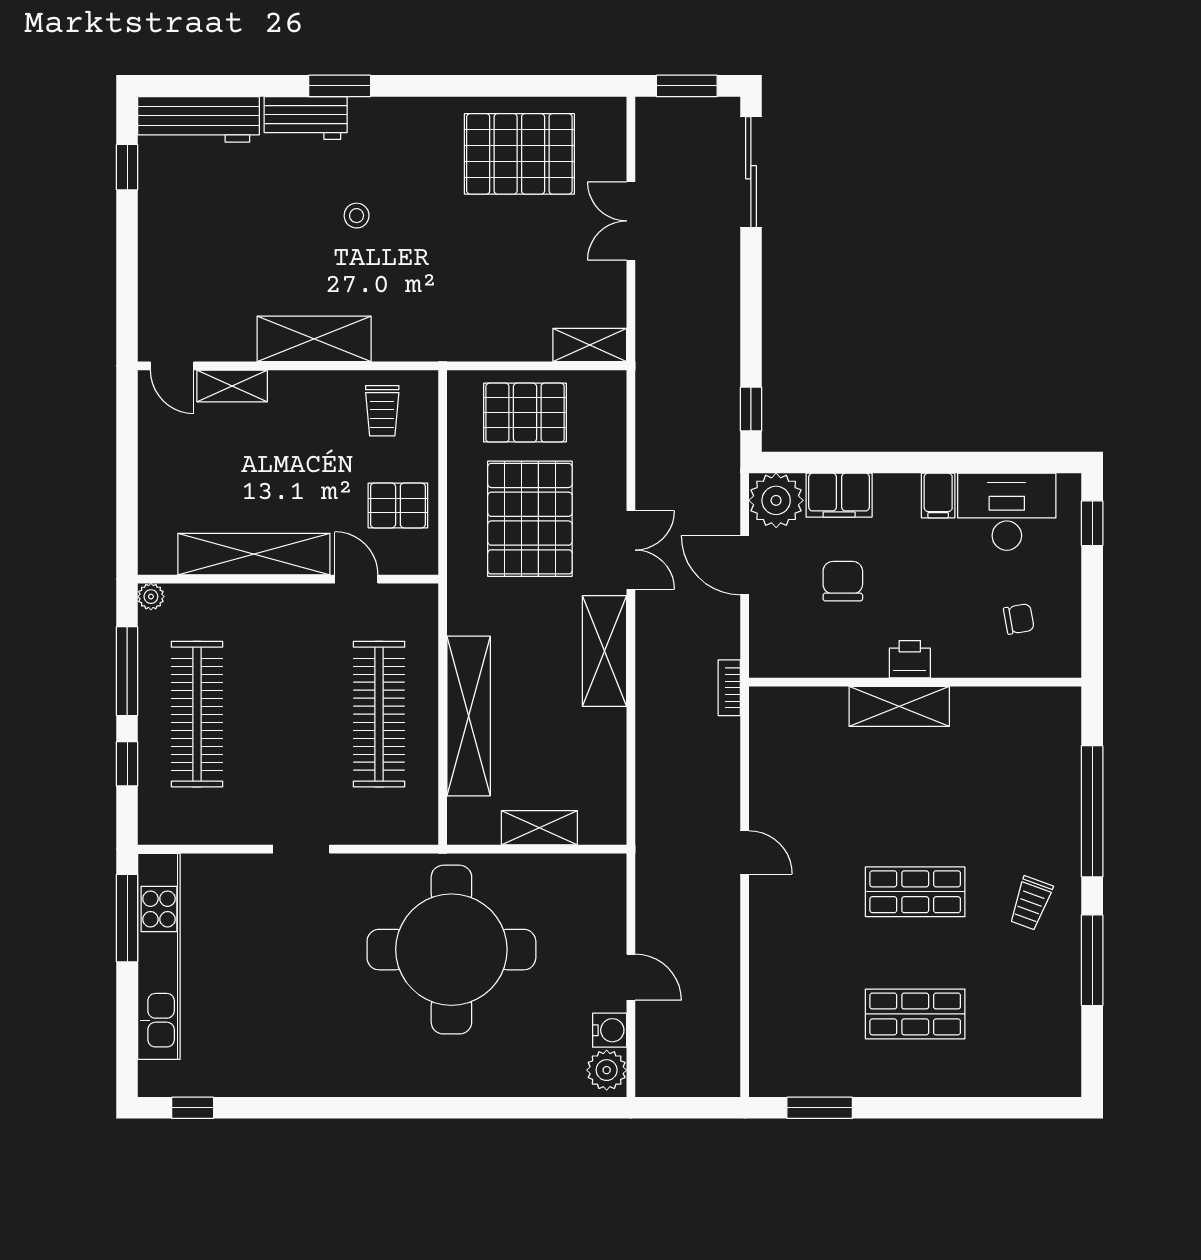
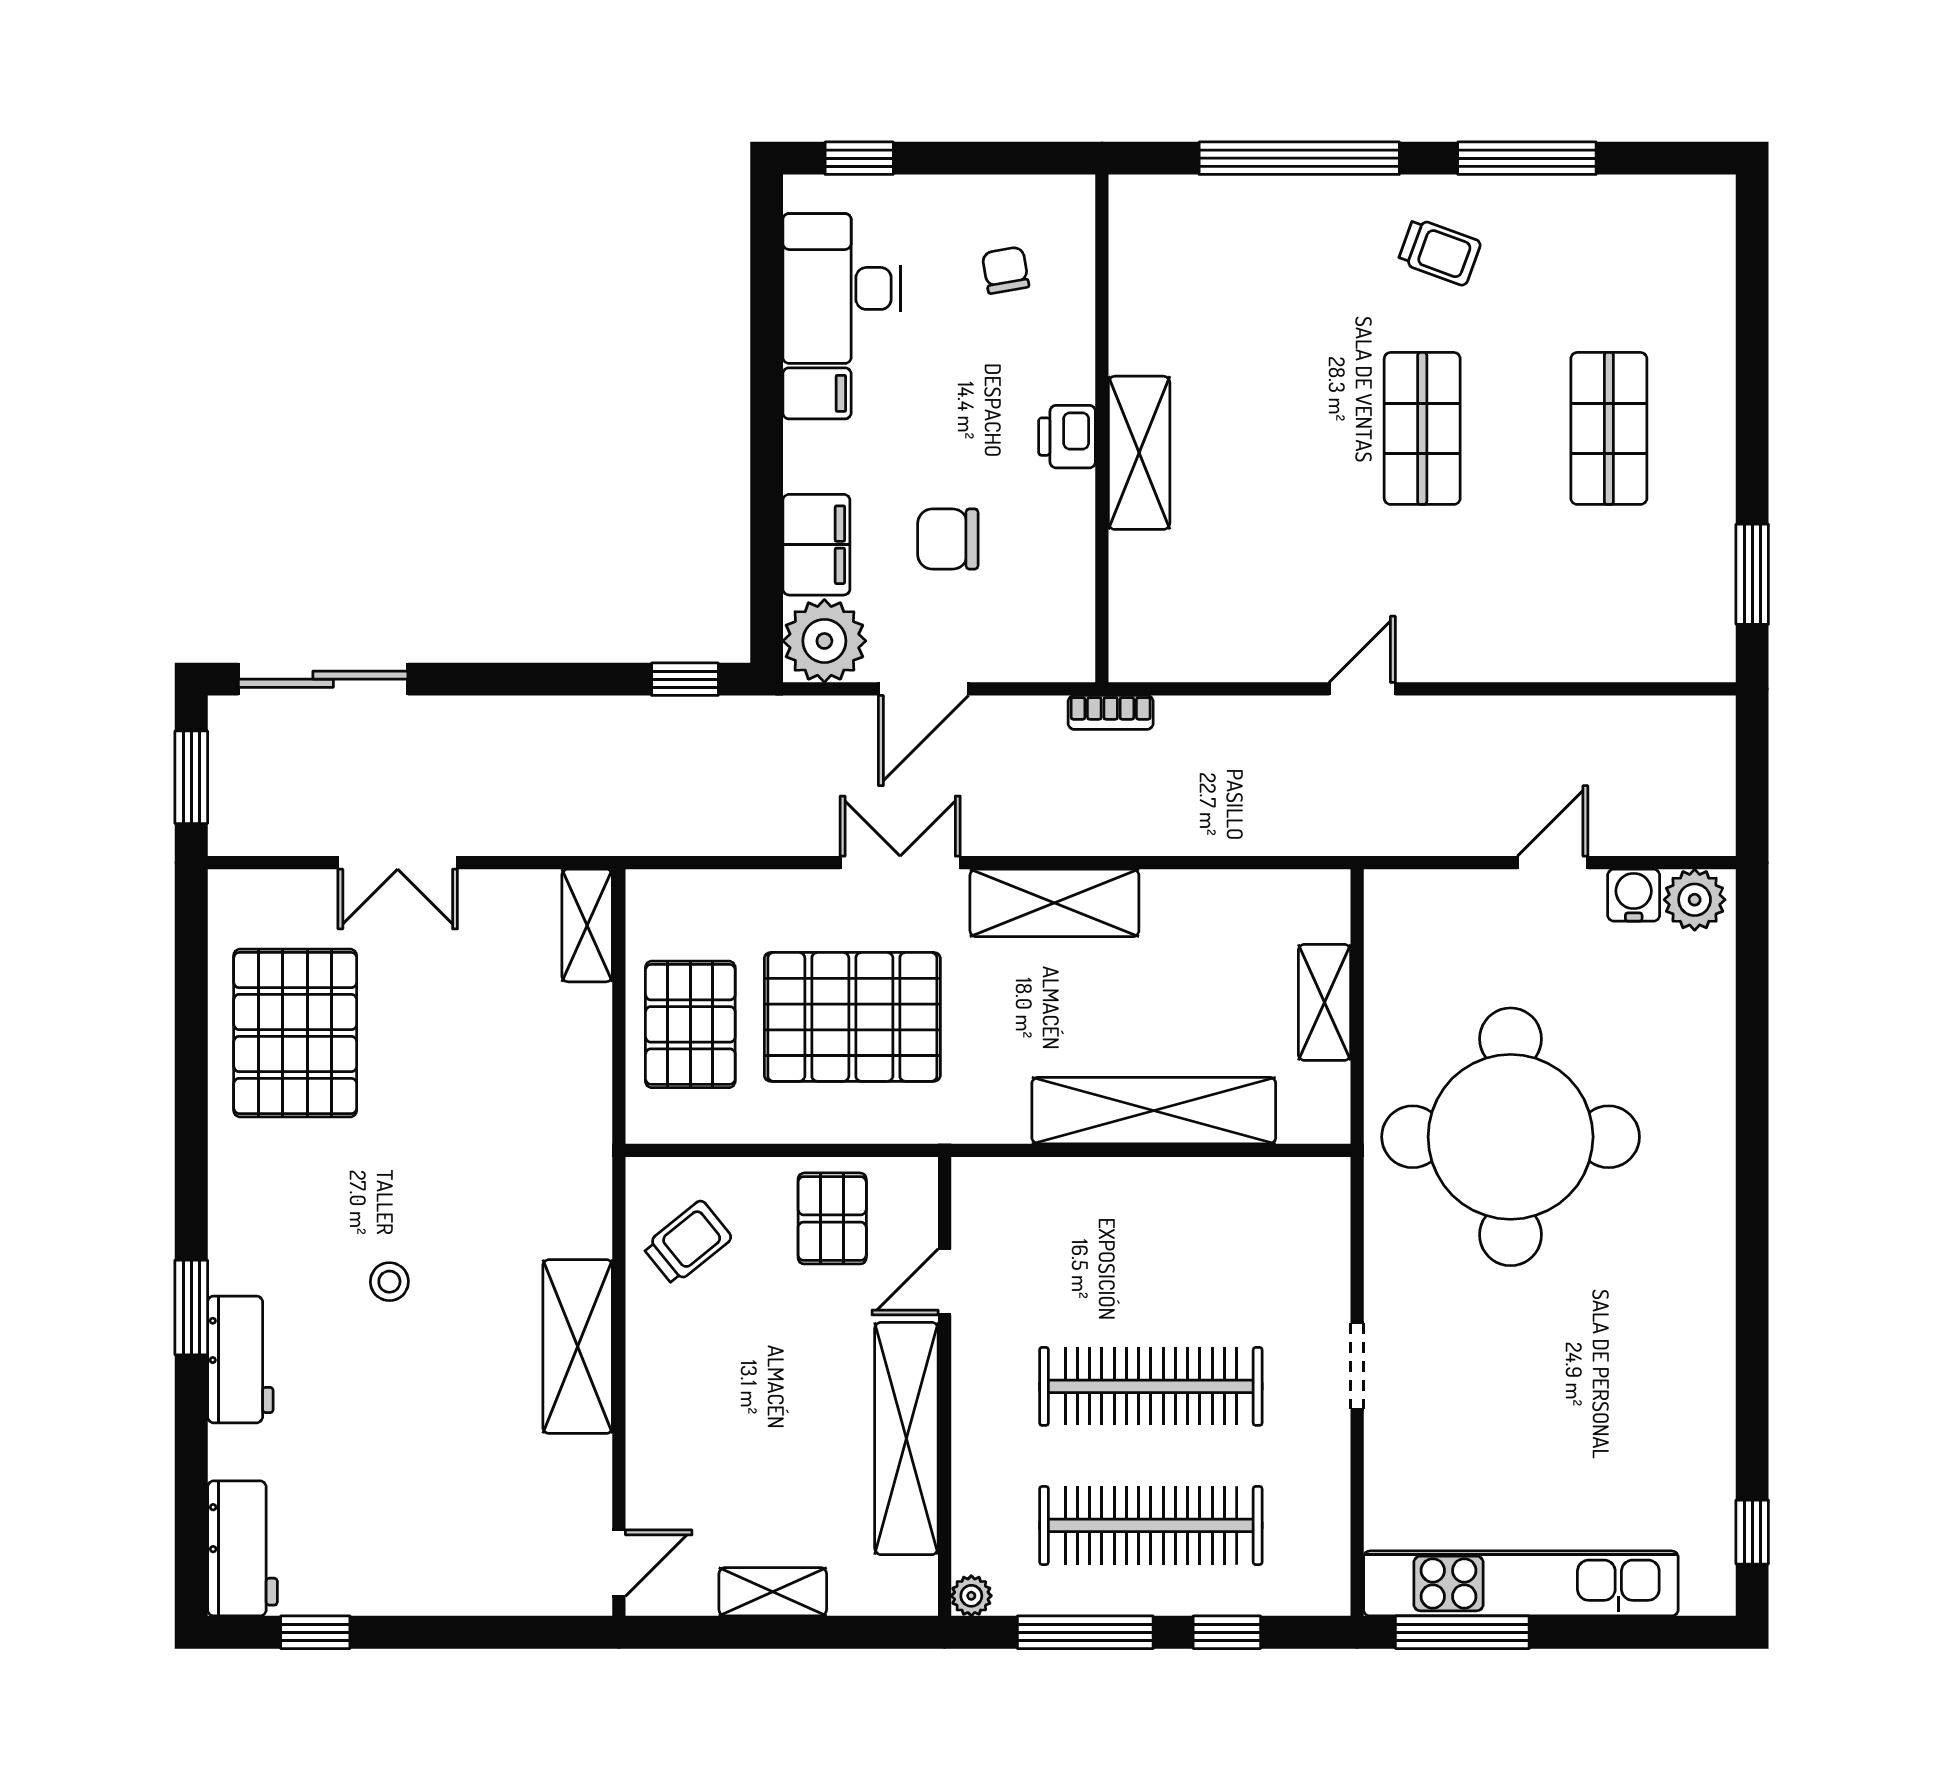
workbench: (198, 119) -> (242, 1548), width x0.73
shelving: (232, 386) -> (773, 1592), moved, turned 90
trolley: (382, 411) -> (687, 1242), turned -39
clothes rail: (379, 714) -> (1151, 1386), moved

